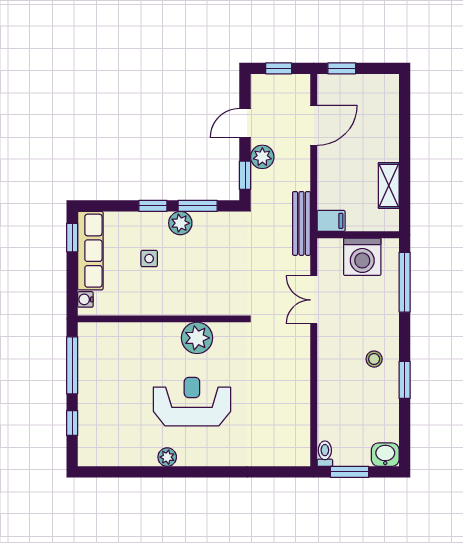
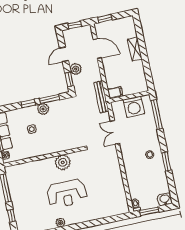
door: (314, 125) -> (97, 49), hinge flipped
shelving: (389, 186) -> (135, 49), moved
reception desk: (192, 402) -> (67, 193), turned 180

